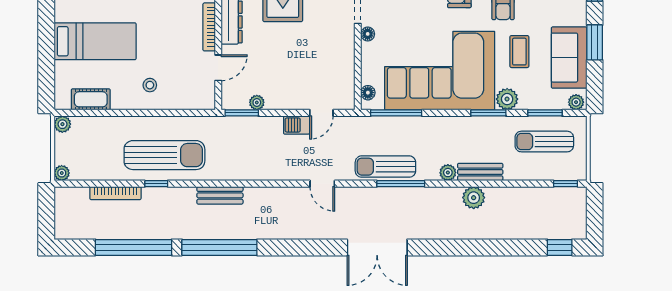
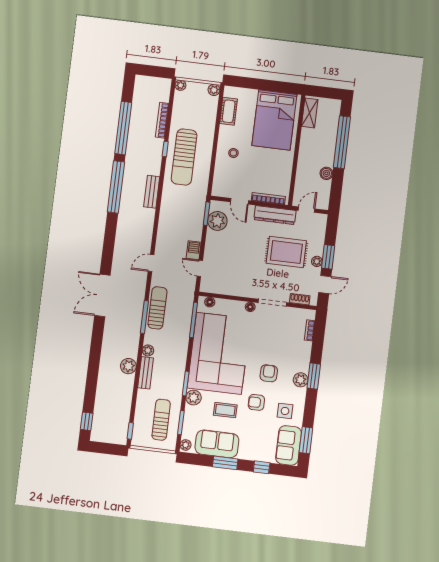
bed: (95, 41) -> (274, 120), width x1.50
plant: (257, 102) -> (217, 221), width x1.88, depth x1.88

